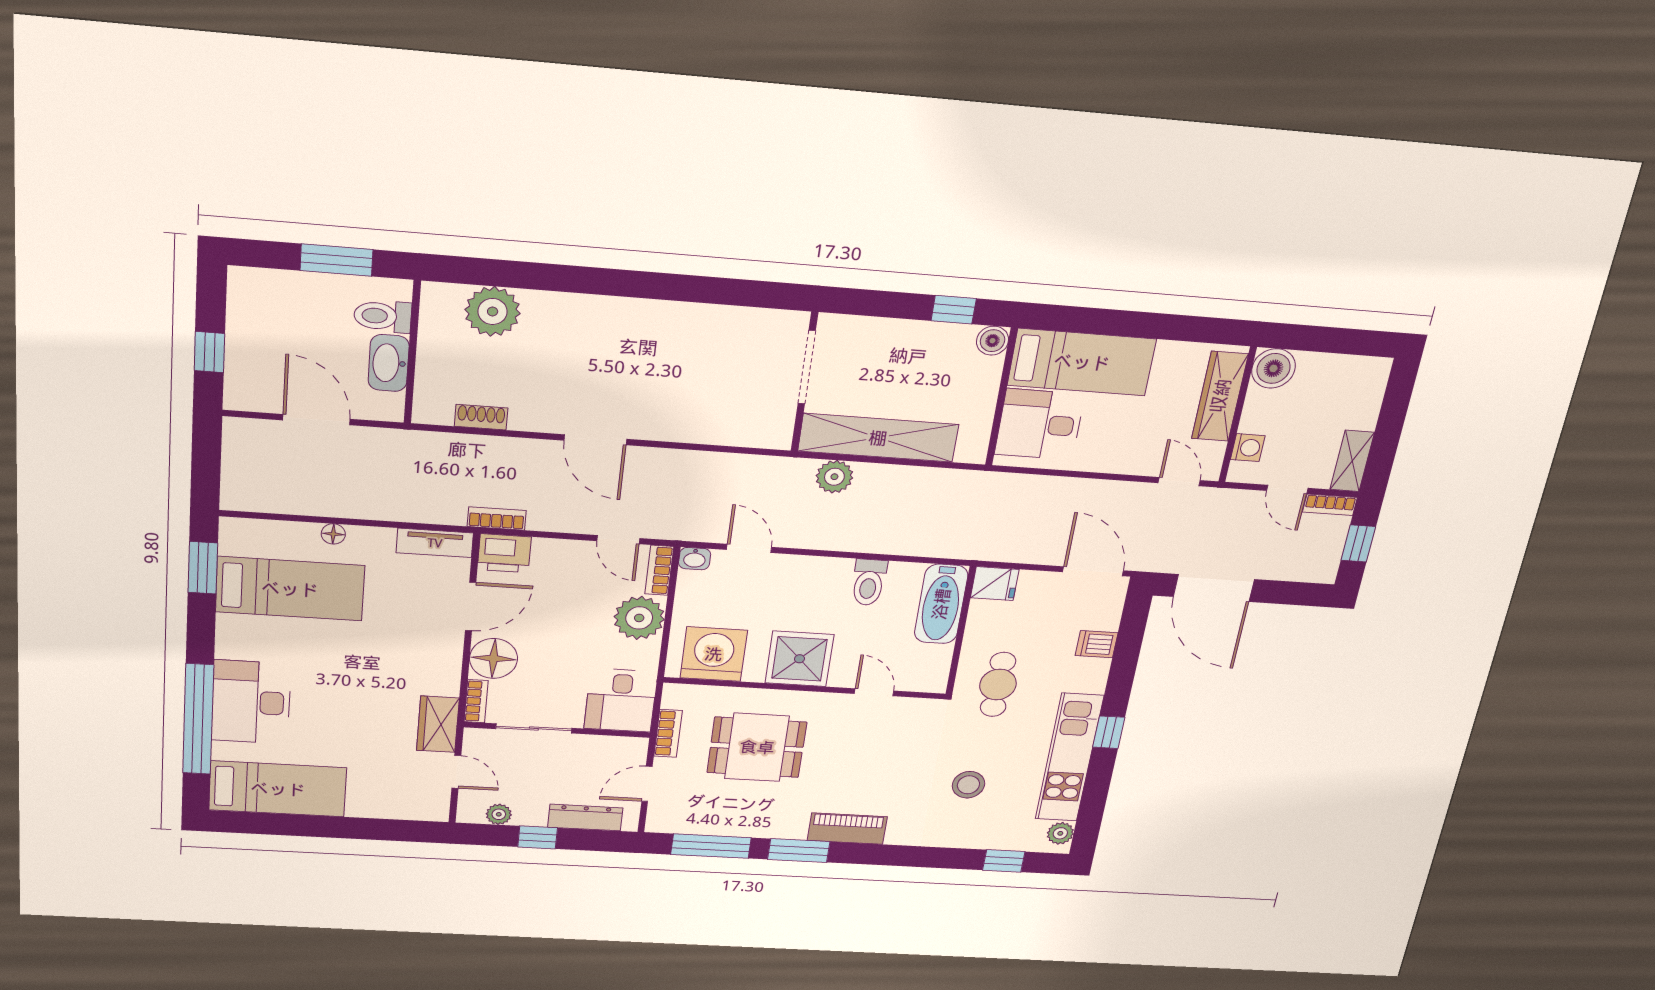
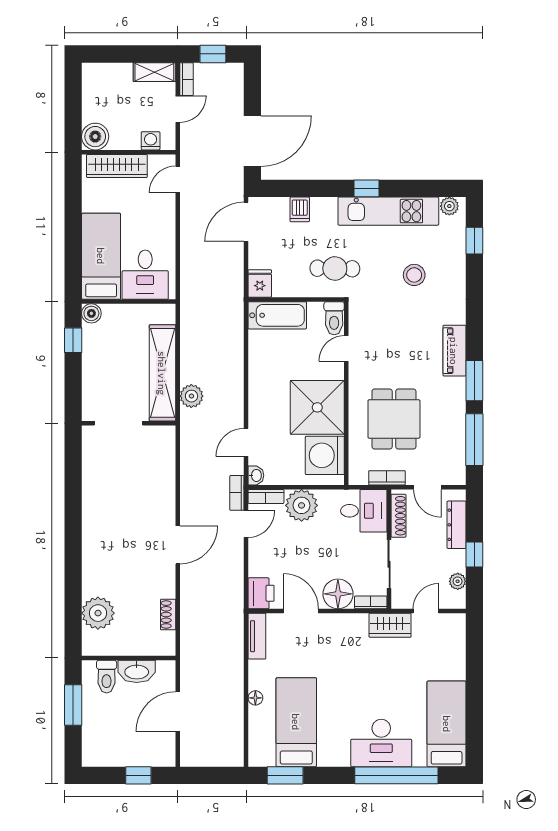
bookcase: (497, 519) -> (237, 493), moved
toilet: (869, 582) -> (334, 318), moved, turned 90
shower: (799, 659) -> (317, 407), width x1.37, depth x1.37
shoe rack: (608, 745) -> (398, 516), added

